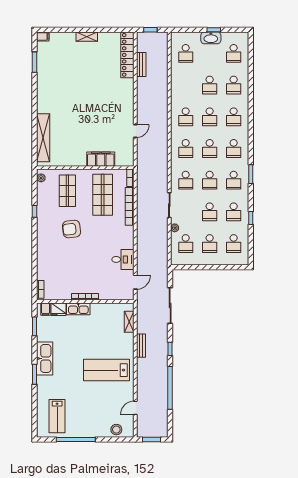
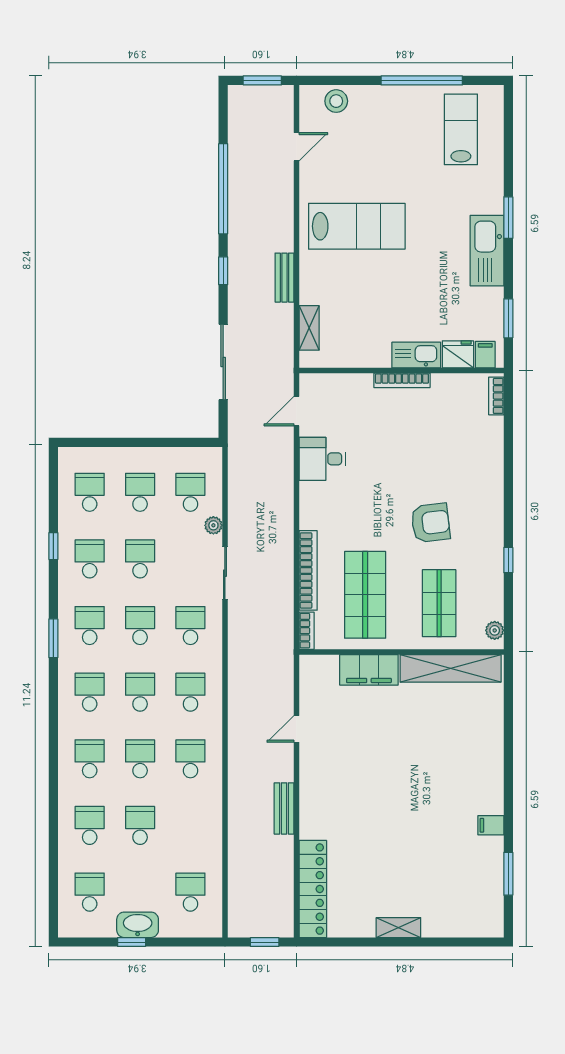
filing cabinet: (43, 36) -> (491, 825), moved
bench: (141, 65) -> (284, 808), moved
shelving: (43, 138) -> (451, 668), moved, turned 90

